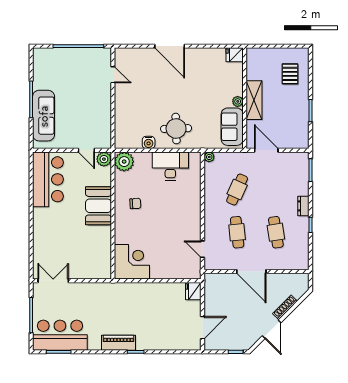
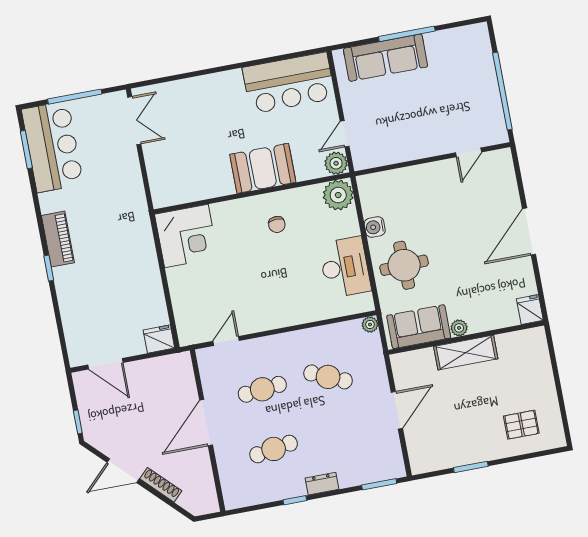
fridge: (235, 55) -> (530, 310), moved
wall: (245, 98) -> (466, 338), moved
shelving: (254, 100) -> (466, 353), moved
plant: (238, 101) -> (459, 328), moved
sofa: (232, 127) -> (419, 327), moved

